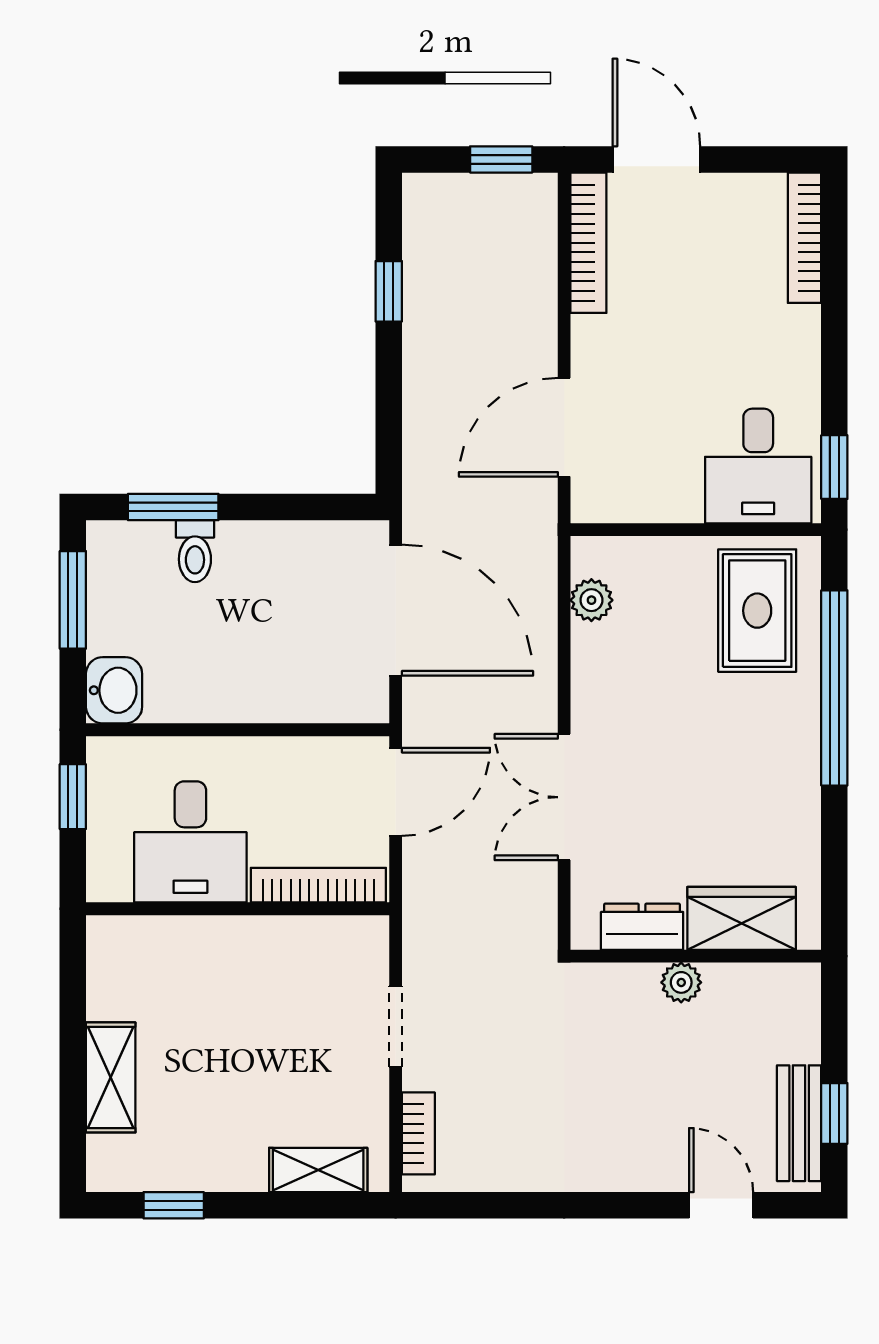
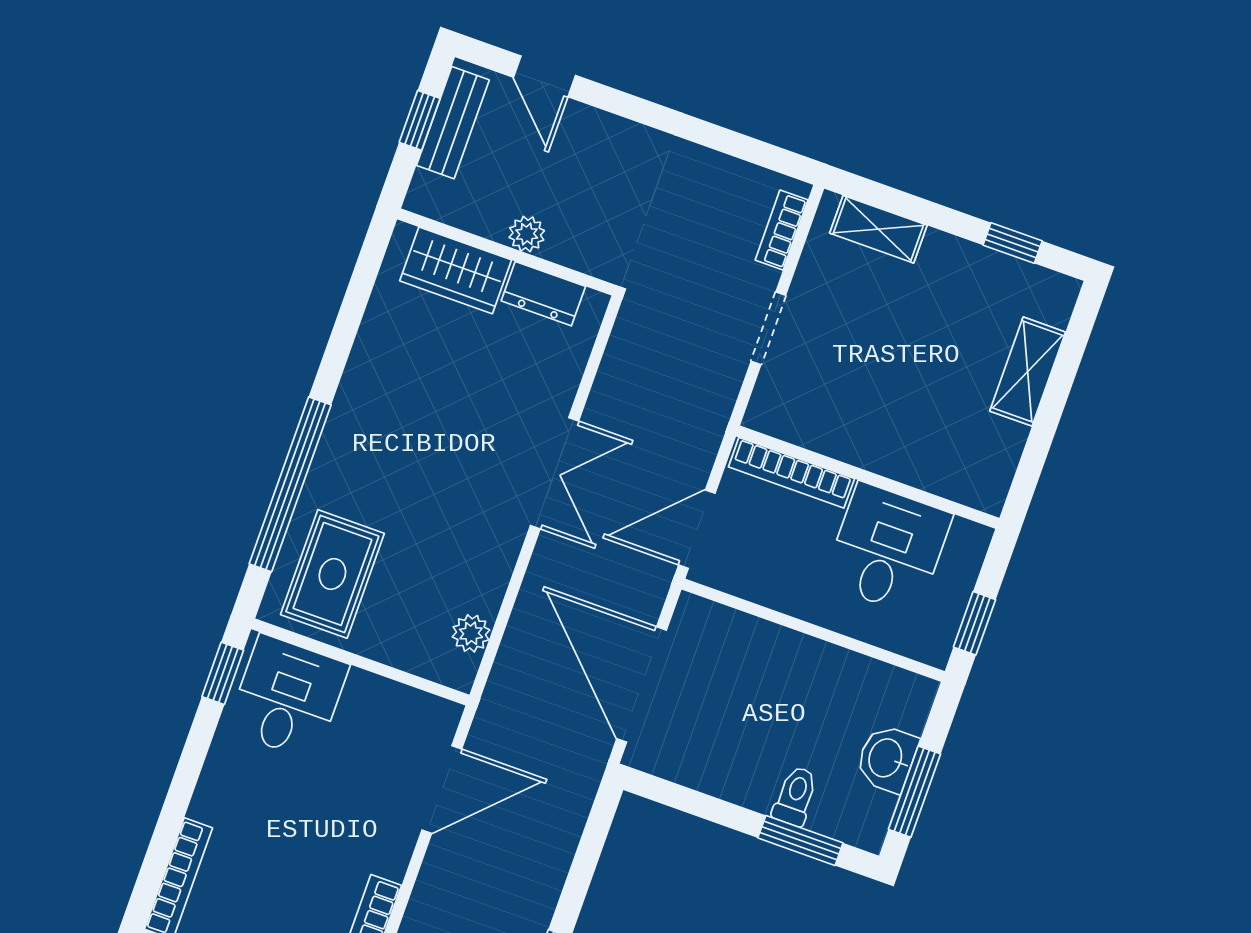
washbasin: (114, 690) -> (887, 758), moved
wardrobe: (742, 918) -> (456, 270), moved
dresser: (642, 927) -> (543, 294), moved
wall: (696, 956) -> (506, 252), moved
plant: (681, 982) -> (527, 234), moved

